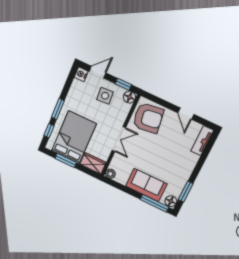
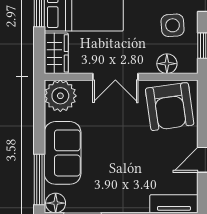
floor lamp: (129, 97) -> (167, 64), moved
plant: (110, 174) -> (60, 96), width x1.88, depth x1.88

